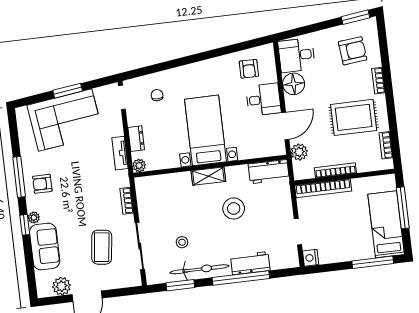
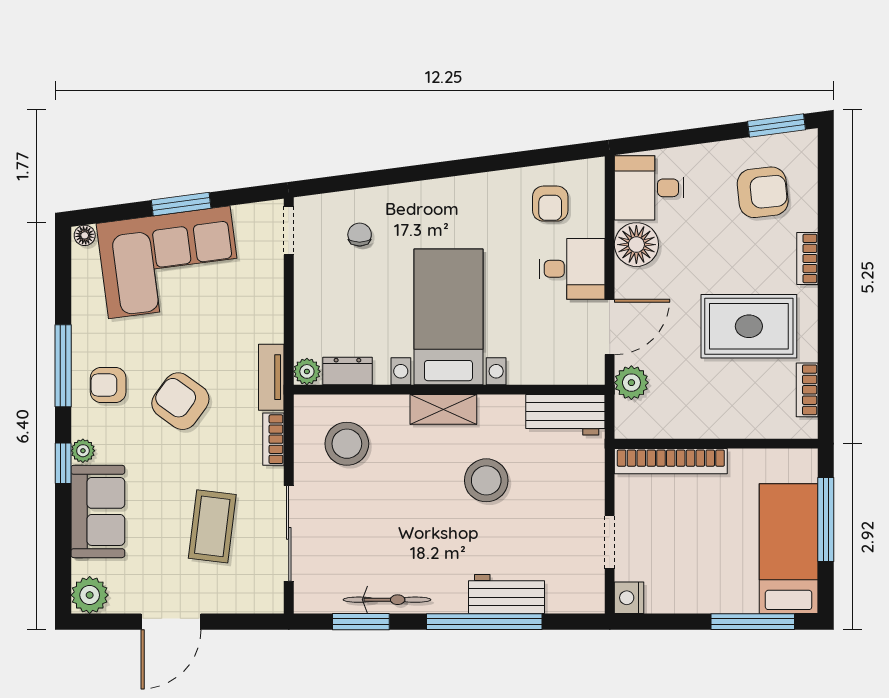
floor lamp: (22, 112) -> (85, 235), added
dresser: (136, 139) -> (347, 371), moved, turned -90
tv unit: (120, 153) -> (271, 377), moved
bookcase: (335, 170) -> (700, 428), removed
armchair: (79, 188) -> (180, 401), added
stool: (182, 242) -> (347, 444), moved, width x1.89, depth x1.89
bicycle: (199, 269) -> (387, 600), width x0.73, depth x0.71
plant: (62, 286) -> (90, 595), moved

